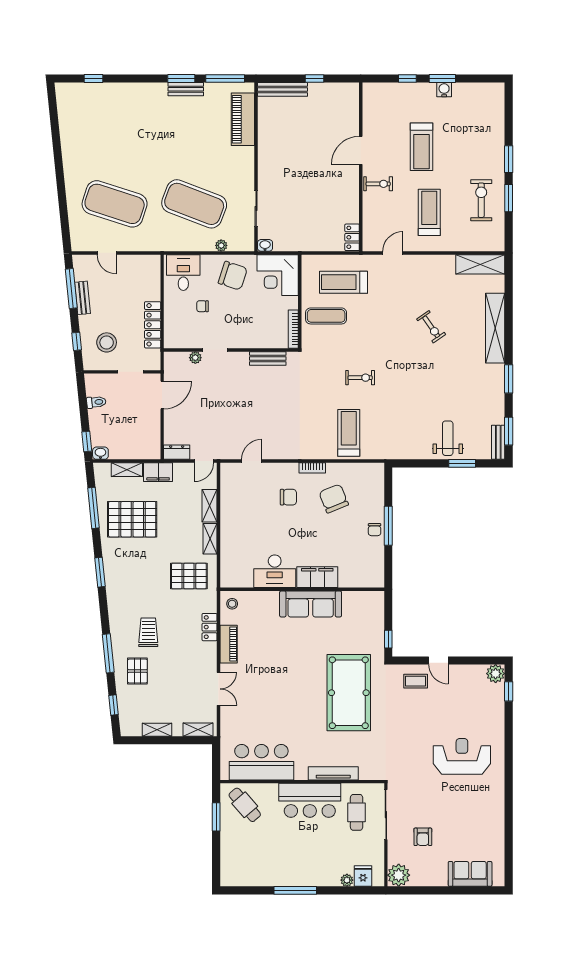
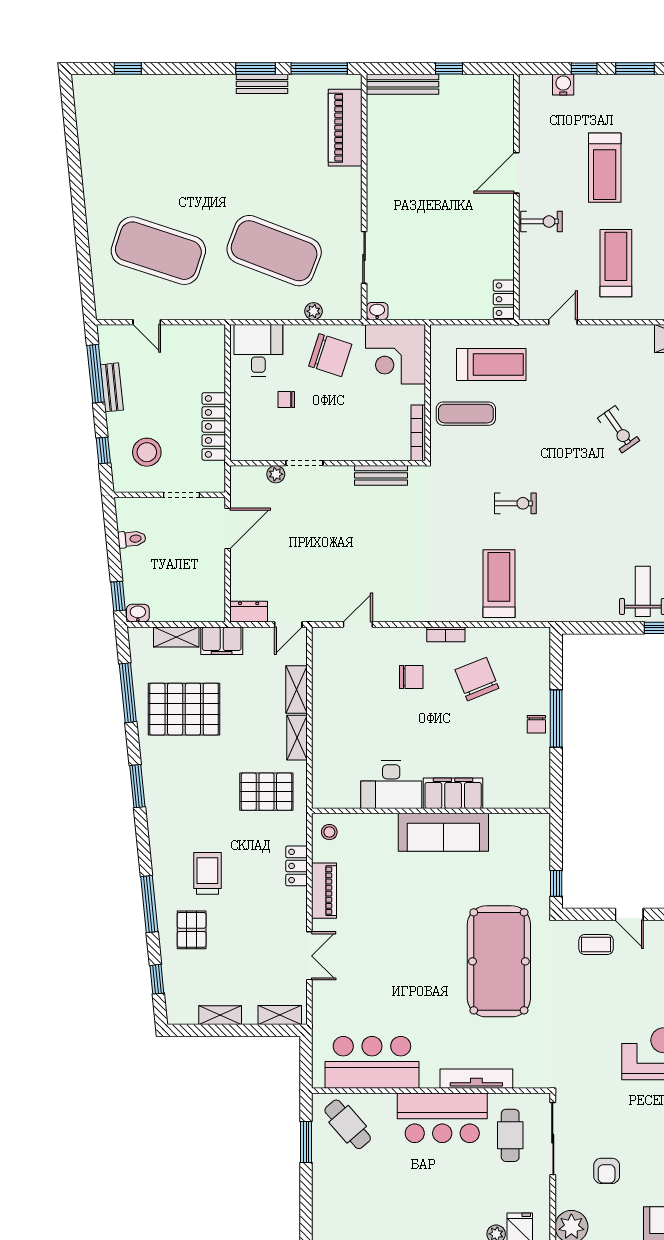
water cooler: (444, 90) -> (563, 85), moved
treadmill: (344, 282) -> (491, 364), turned 180

